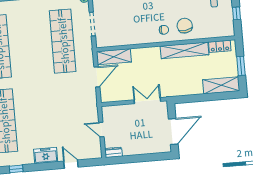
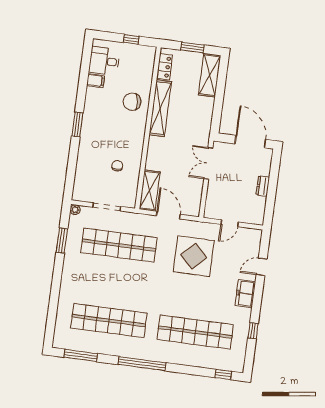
chair: (164, 30) -> (117, 166), moved
display table: (67, 106) -> (194, 256), added
dresser: (113, 152) -> (263, 186), moved

